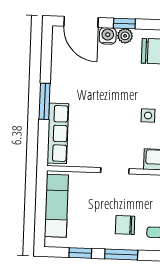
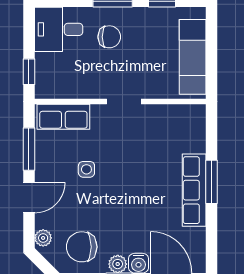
row of seats: (58, 133) -> (194, 190), moved

